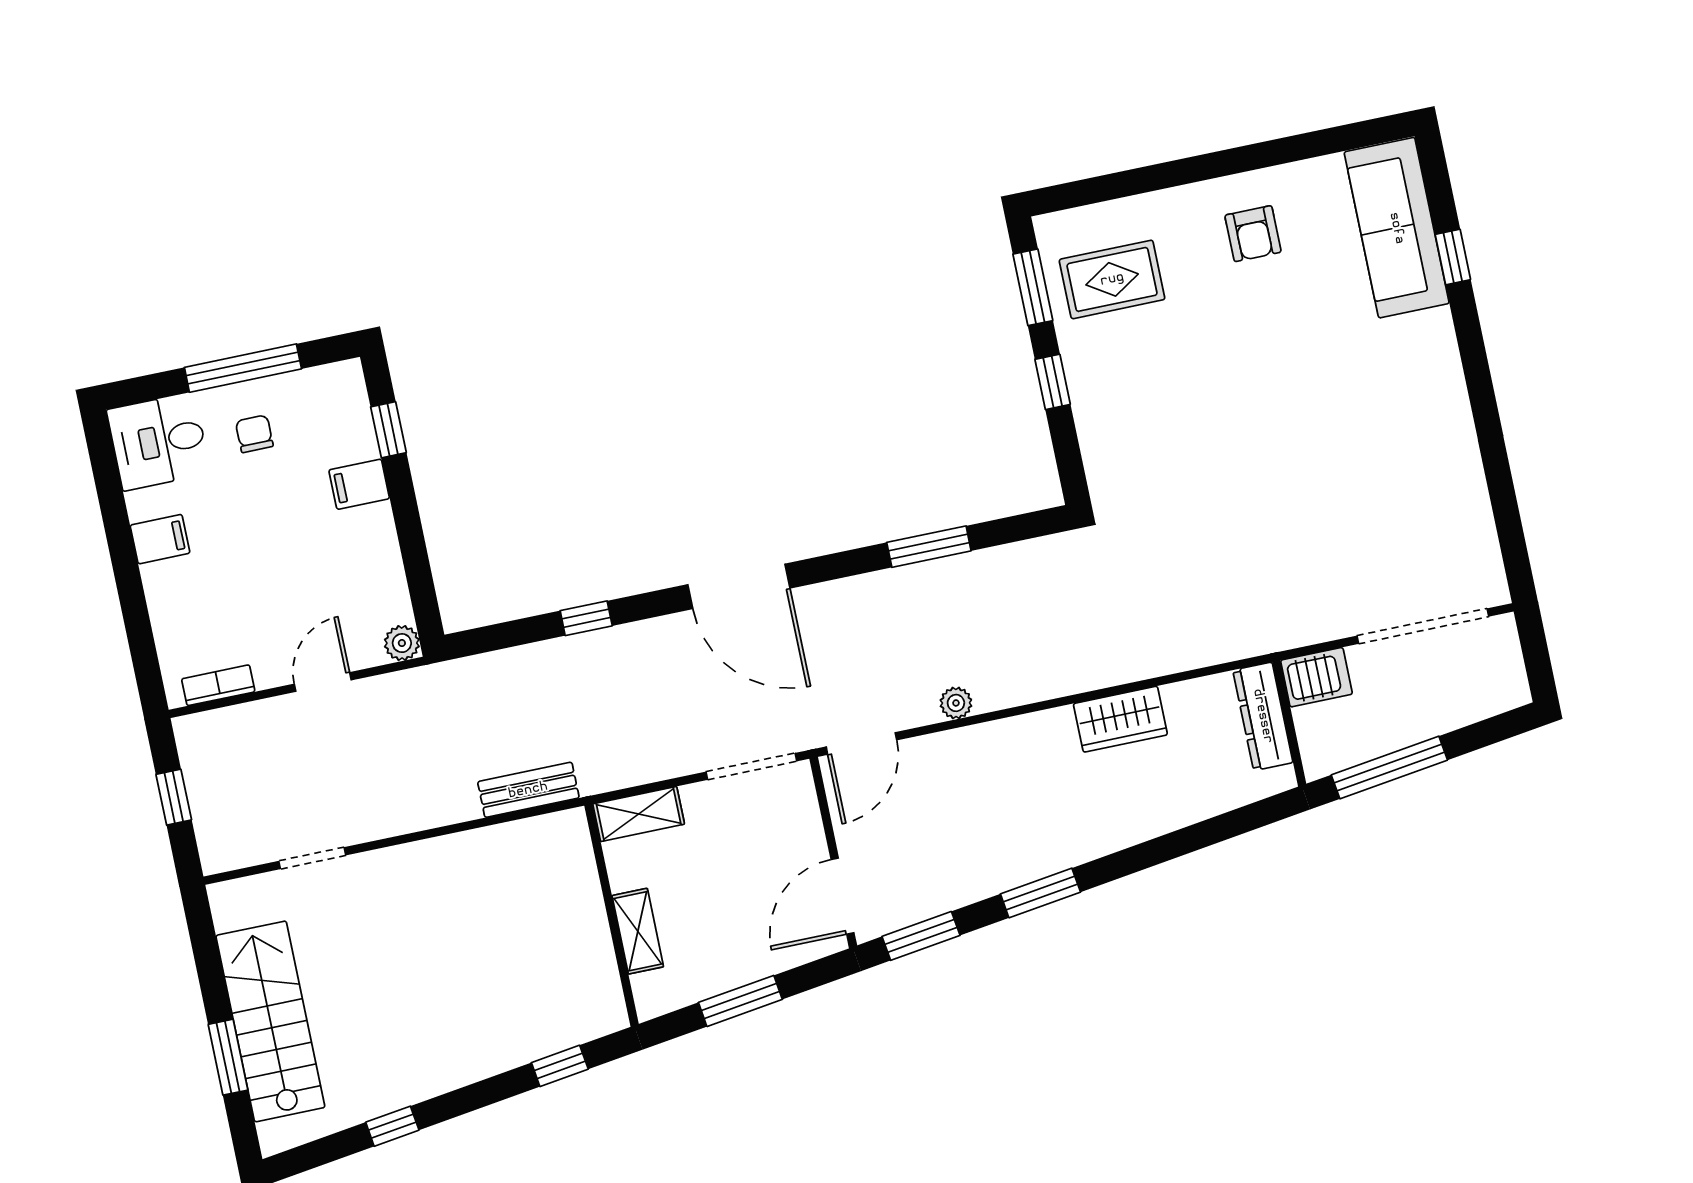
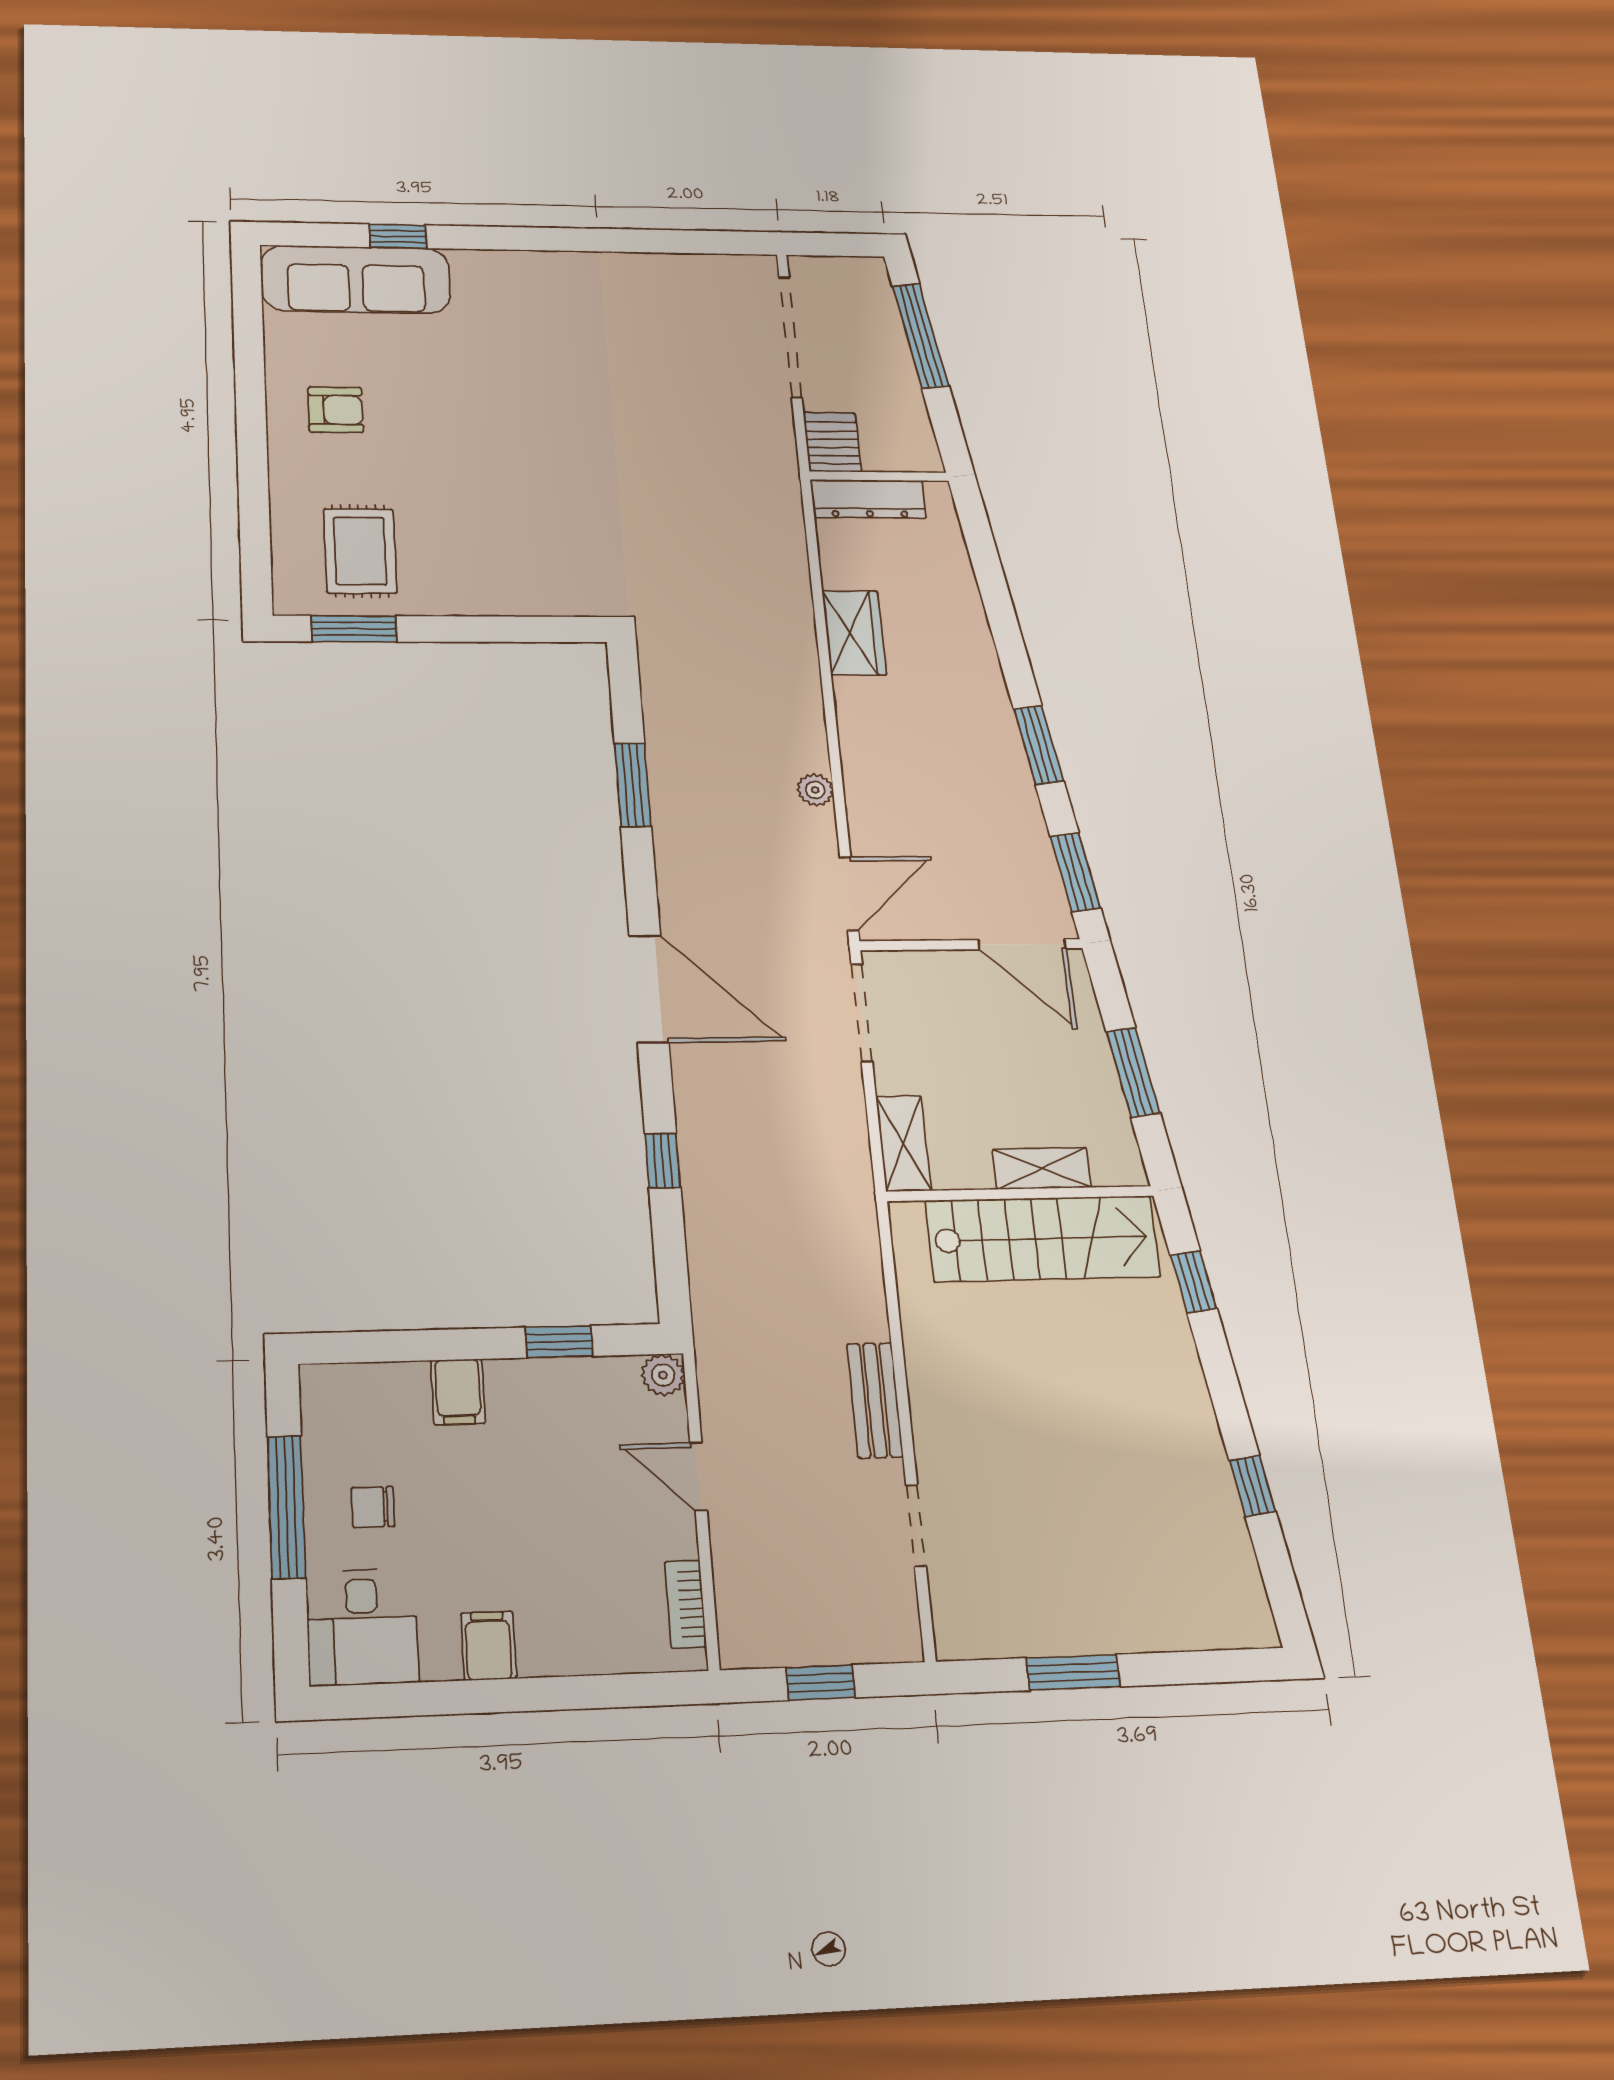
window: (1053, 382) -> (465, 629), removed
window: (388, 430) -> (559, 1342), moved
door: (739, 586) -> (649, 989), hinge flipped
door: (861, 743) -> (849, 894), hinge flipped
window: (1389, 767) -> (921, 336), moved
bench: (528, 790) -> (875, 1400), moved
stairs: (270, 1021) -> (1043, 1239), moved, turned 180
window: (228, 1057) -> (1073, 1672), moved

